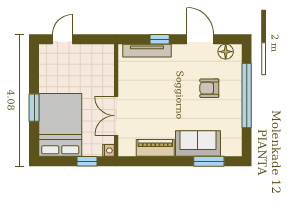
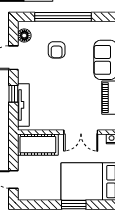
cot: (102, 67) -> (38, 145), added

